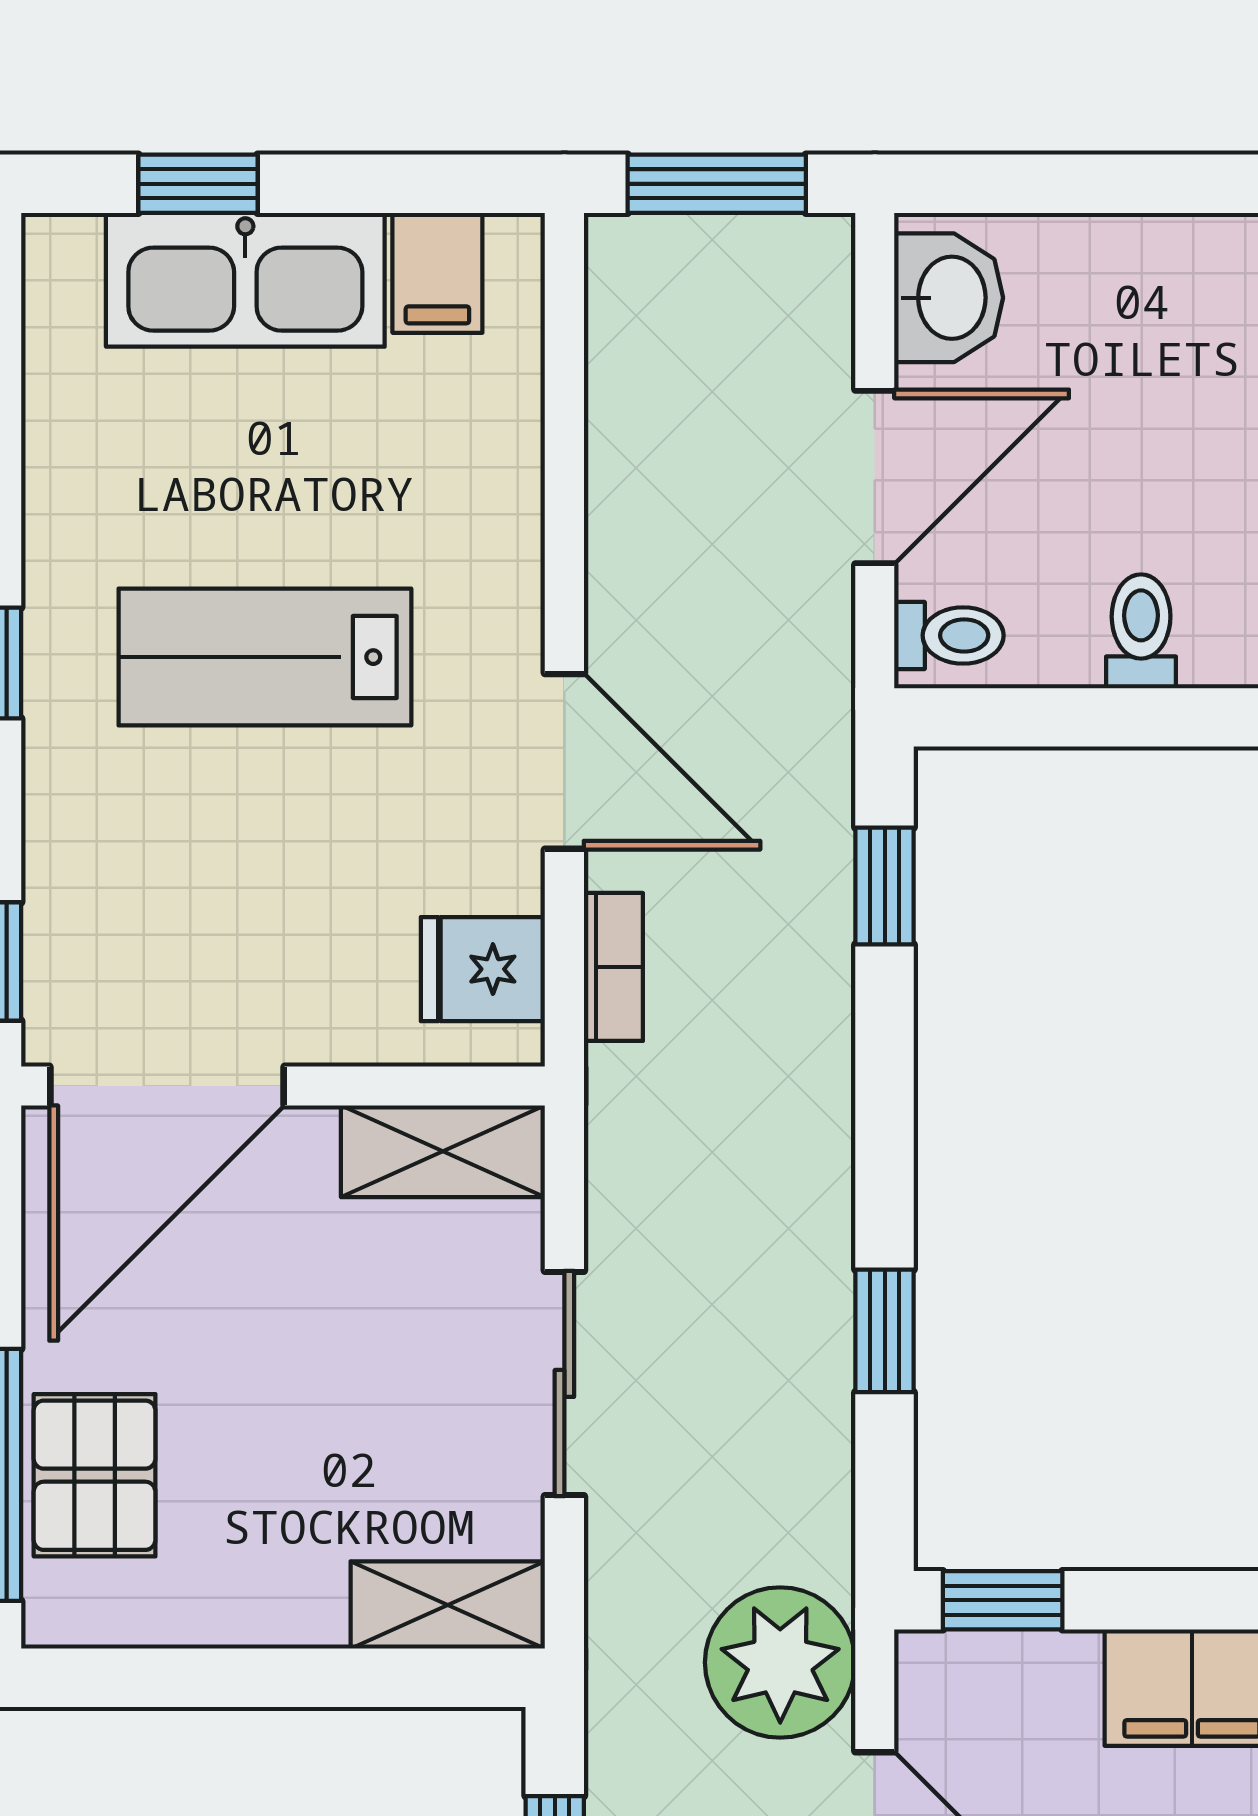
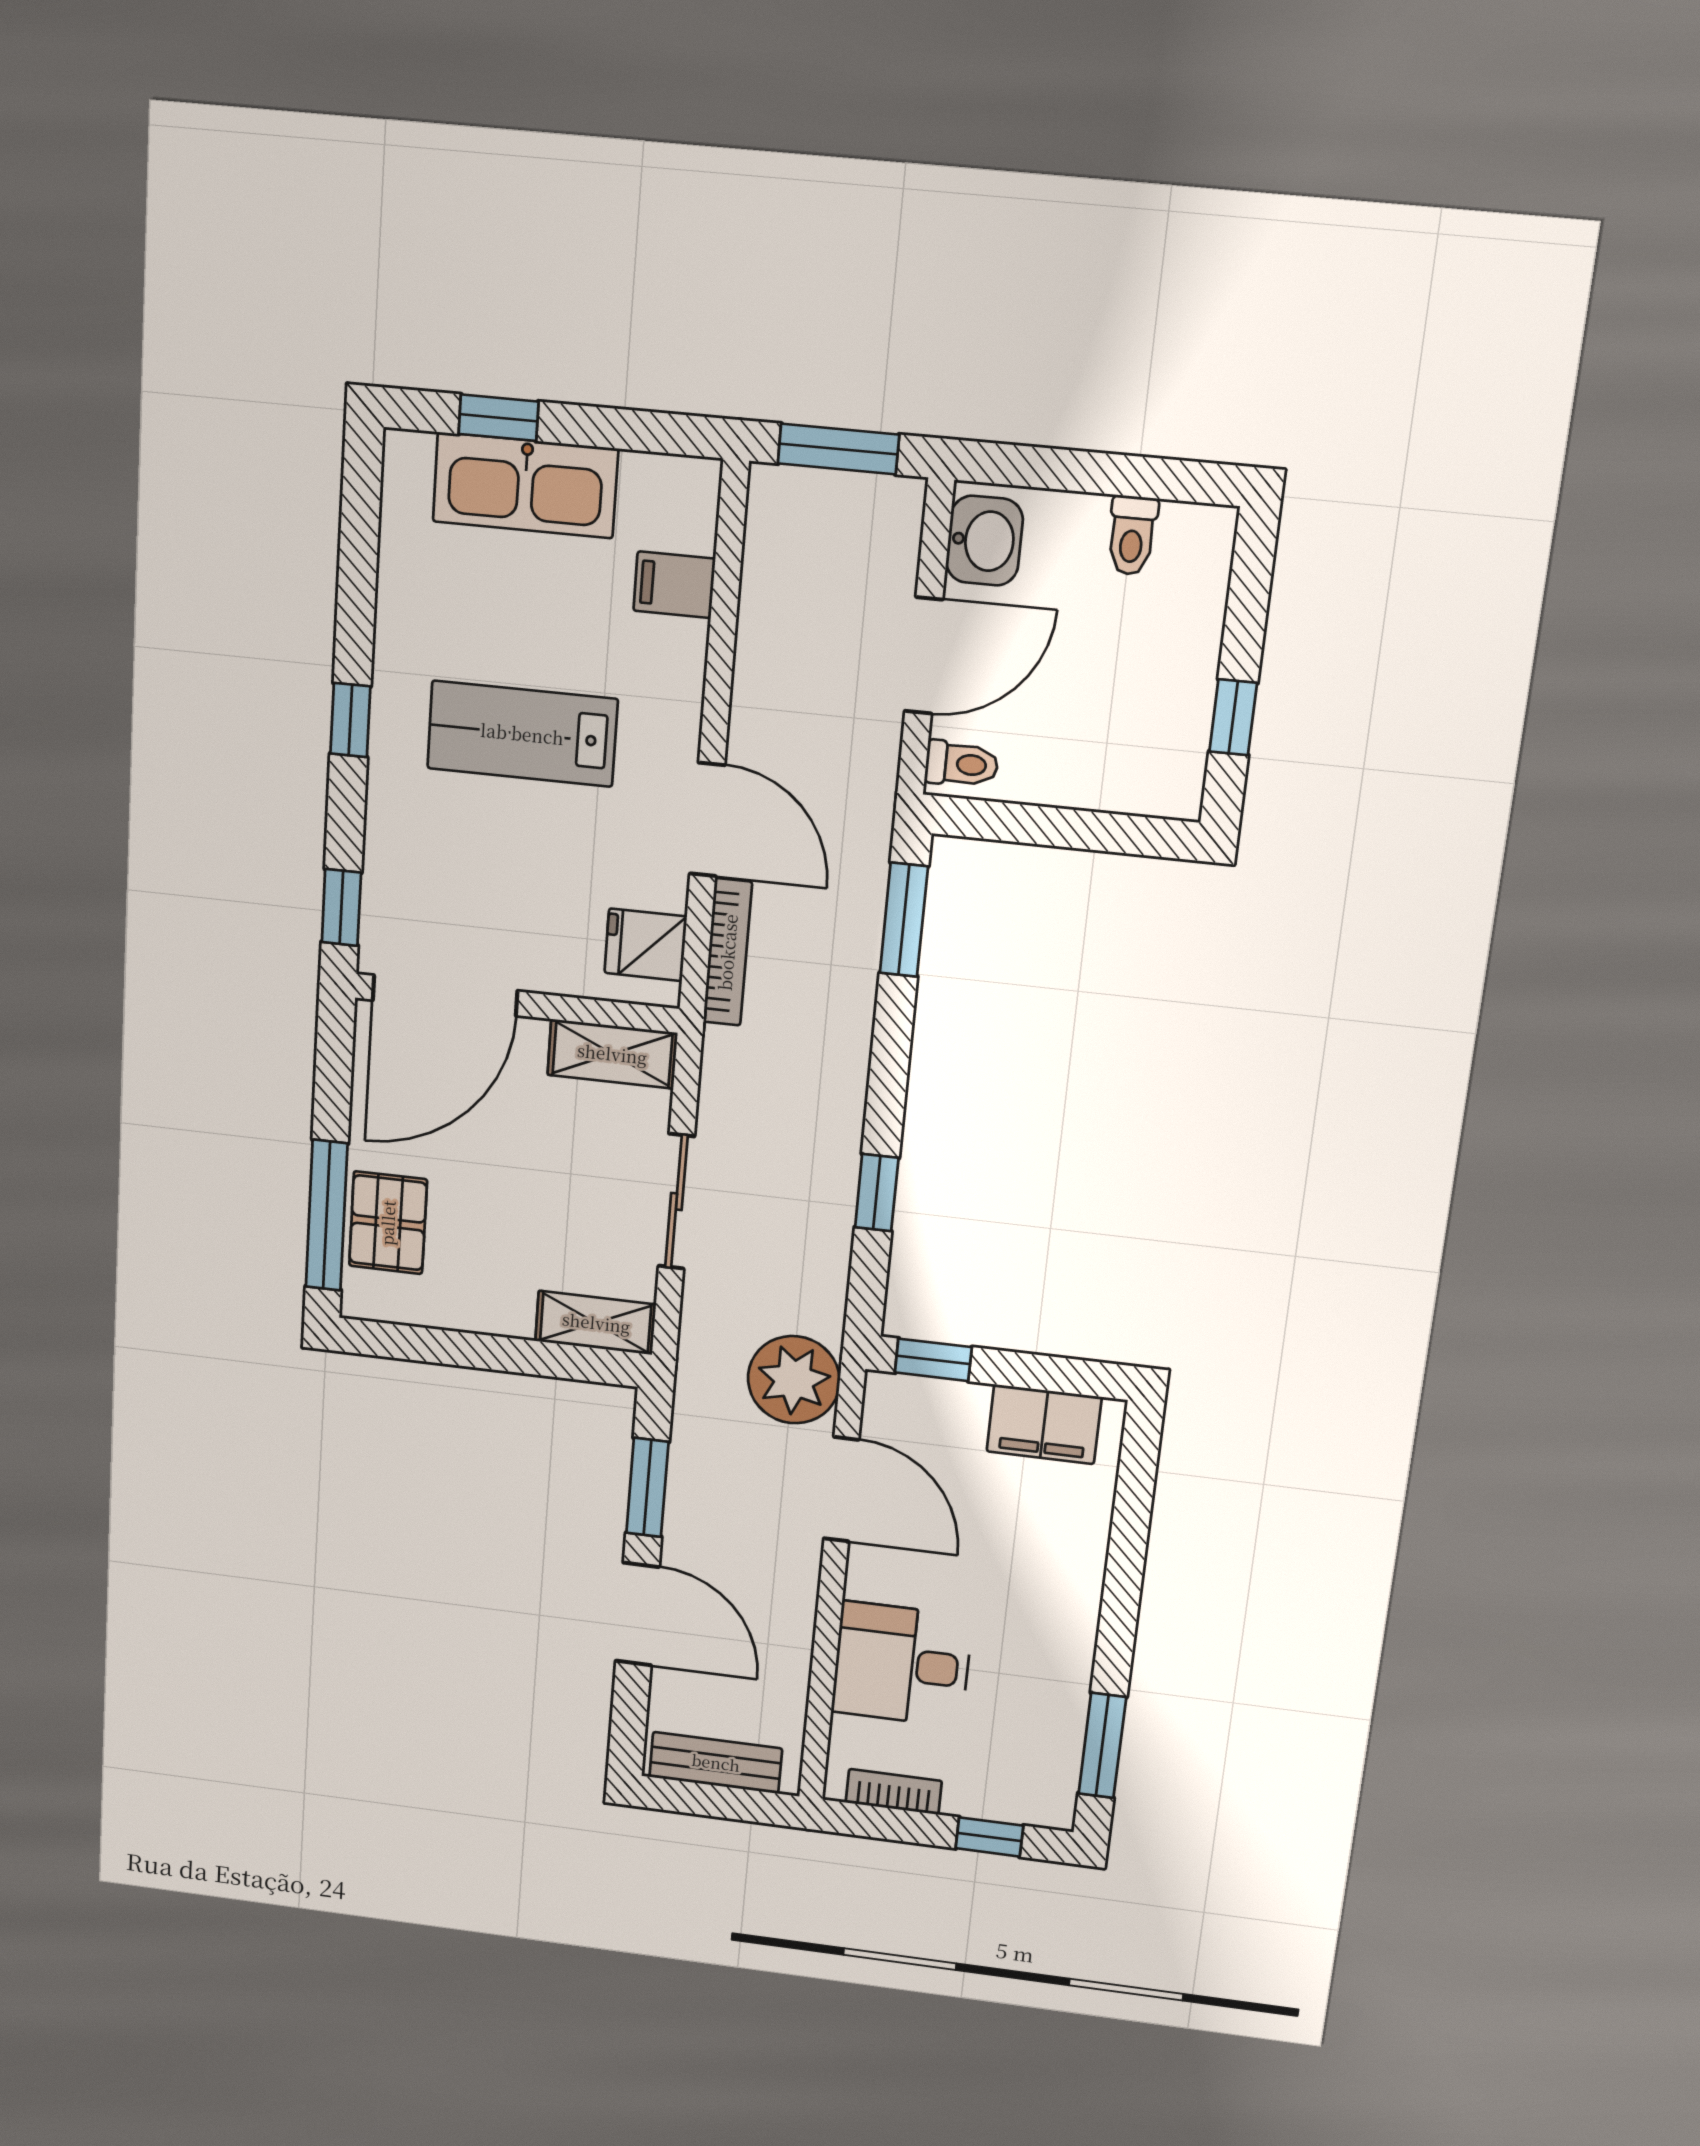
filing cabinet: (437, 273) -> (674, 585), moved, turned 90
toilet: (1141, 631) -> (1132, 535), moved, turned 180
window: (885, 886) -> (904, 920), width x1.50
bookcase: (613, 967) -> (728, 952), width x1.56

